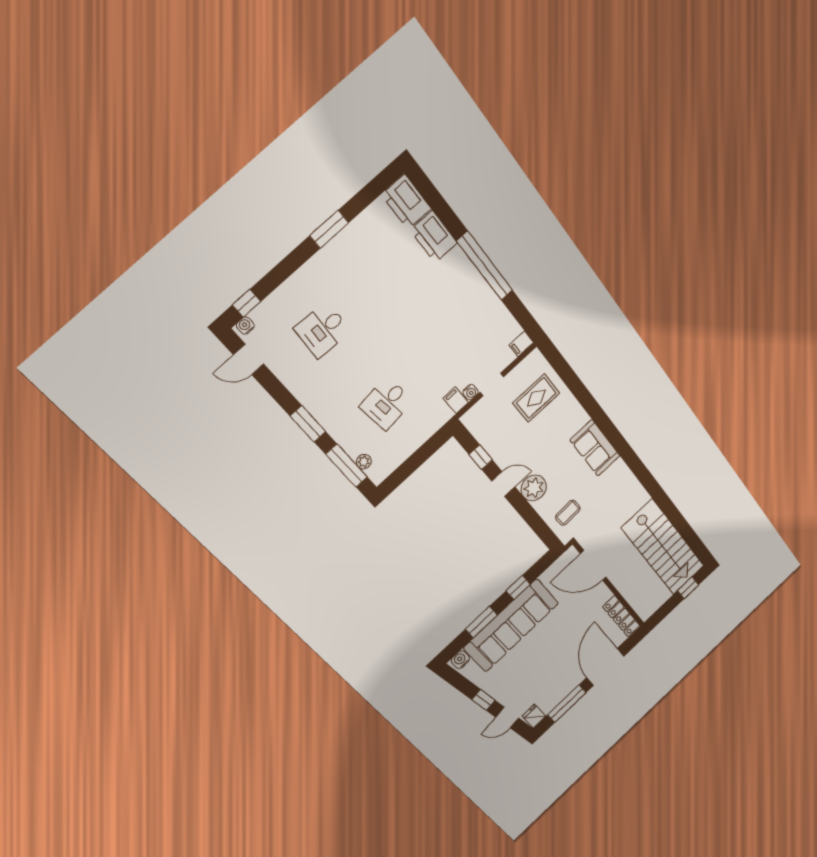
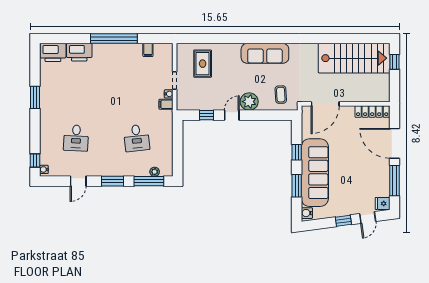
filing cabinet: (521, 344) -> (148, 50), moved
door: (249, 359) -> (78, 181), moved
sofa: (595, 448) -> (265, 53), width x1.36

